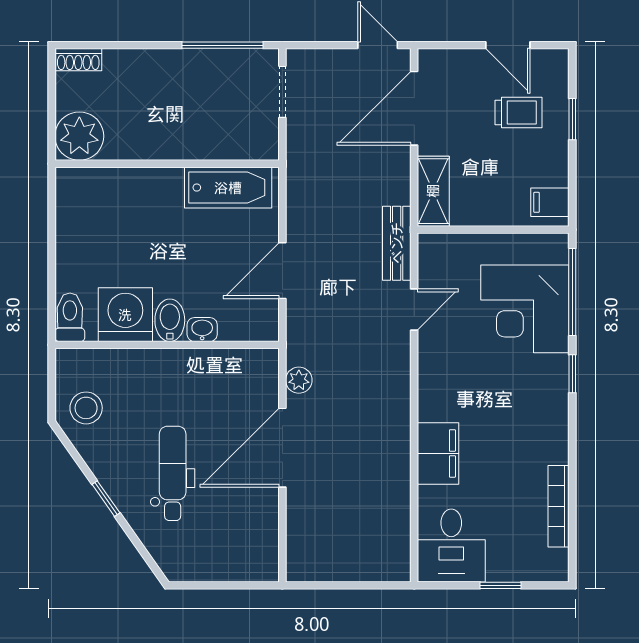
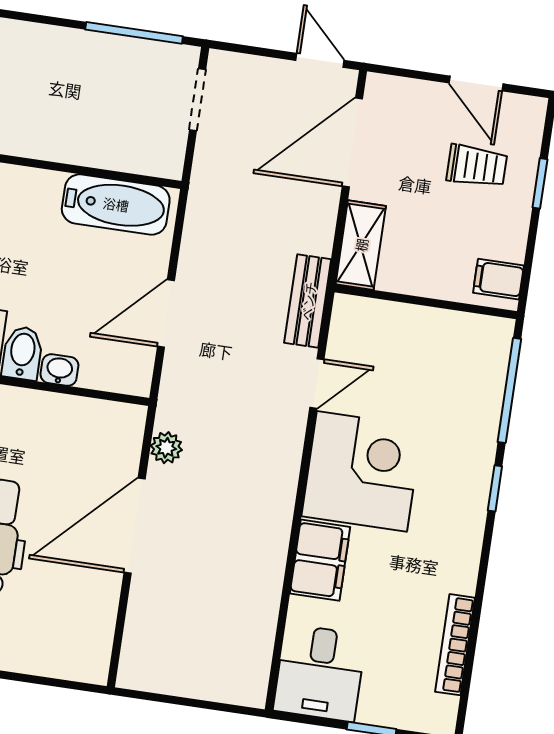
corner desk: (525, 309) -> (362, 471), moved, turned 180

